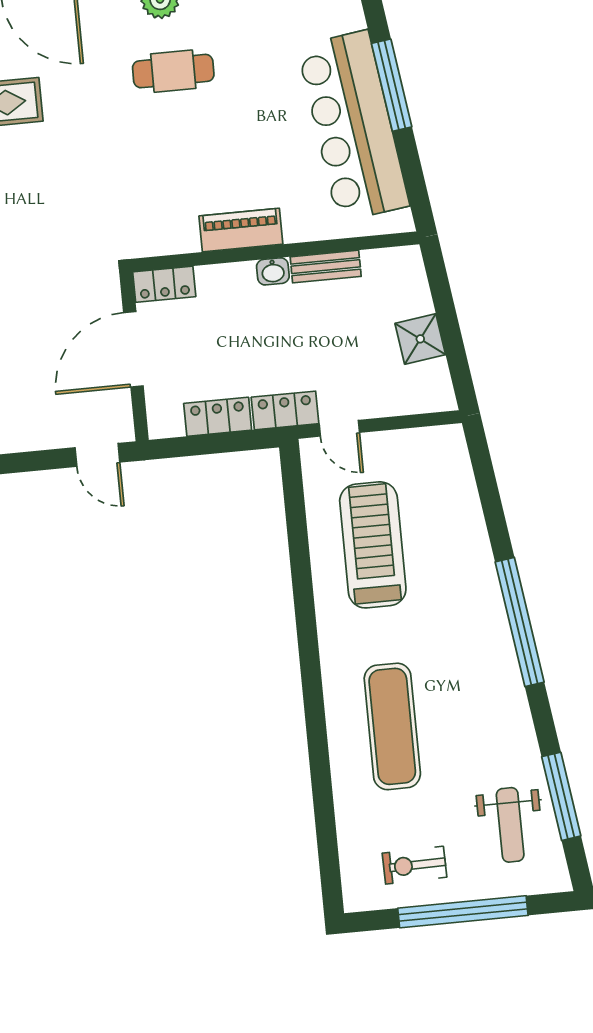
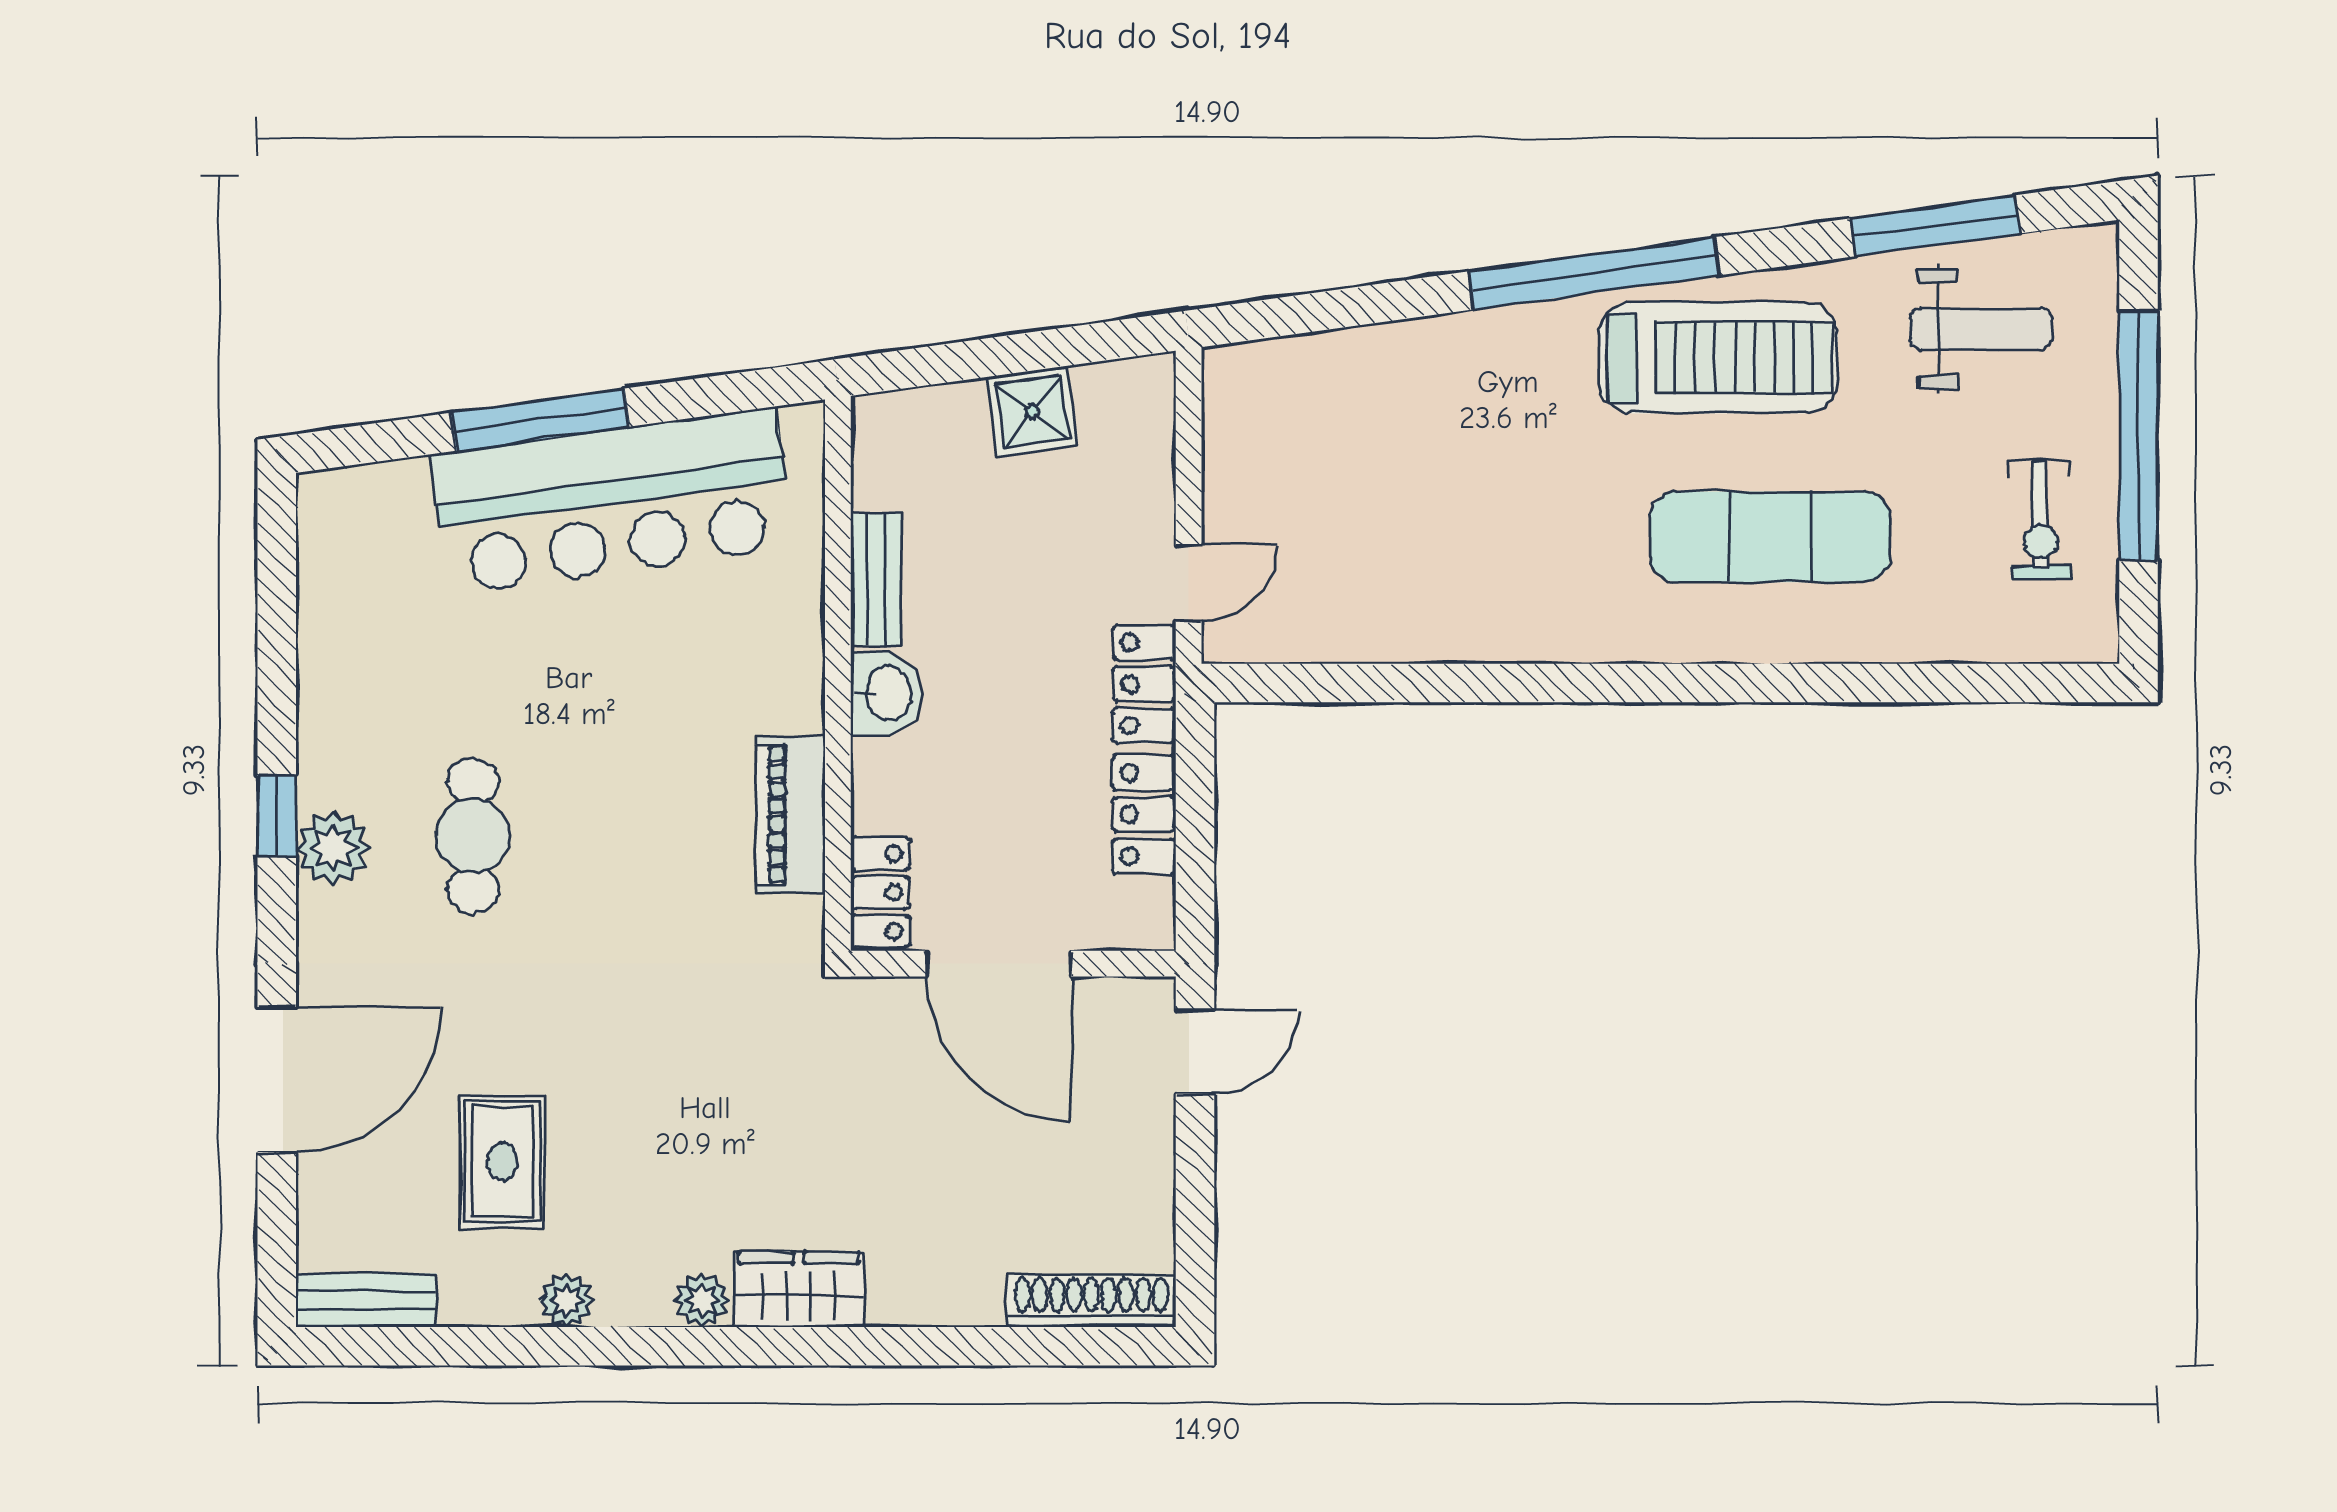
piano: (241, 230) -> (790, 815), moved
washbasin: (273, 271) -> (886, 693), width x1.38, depth x1.45
treadmill: (373, 545) -> (1718, 358), moved, turned 180

